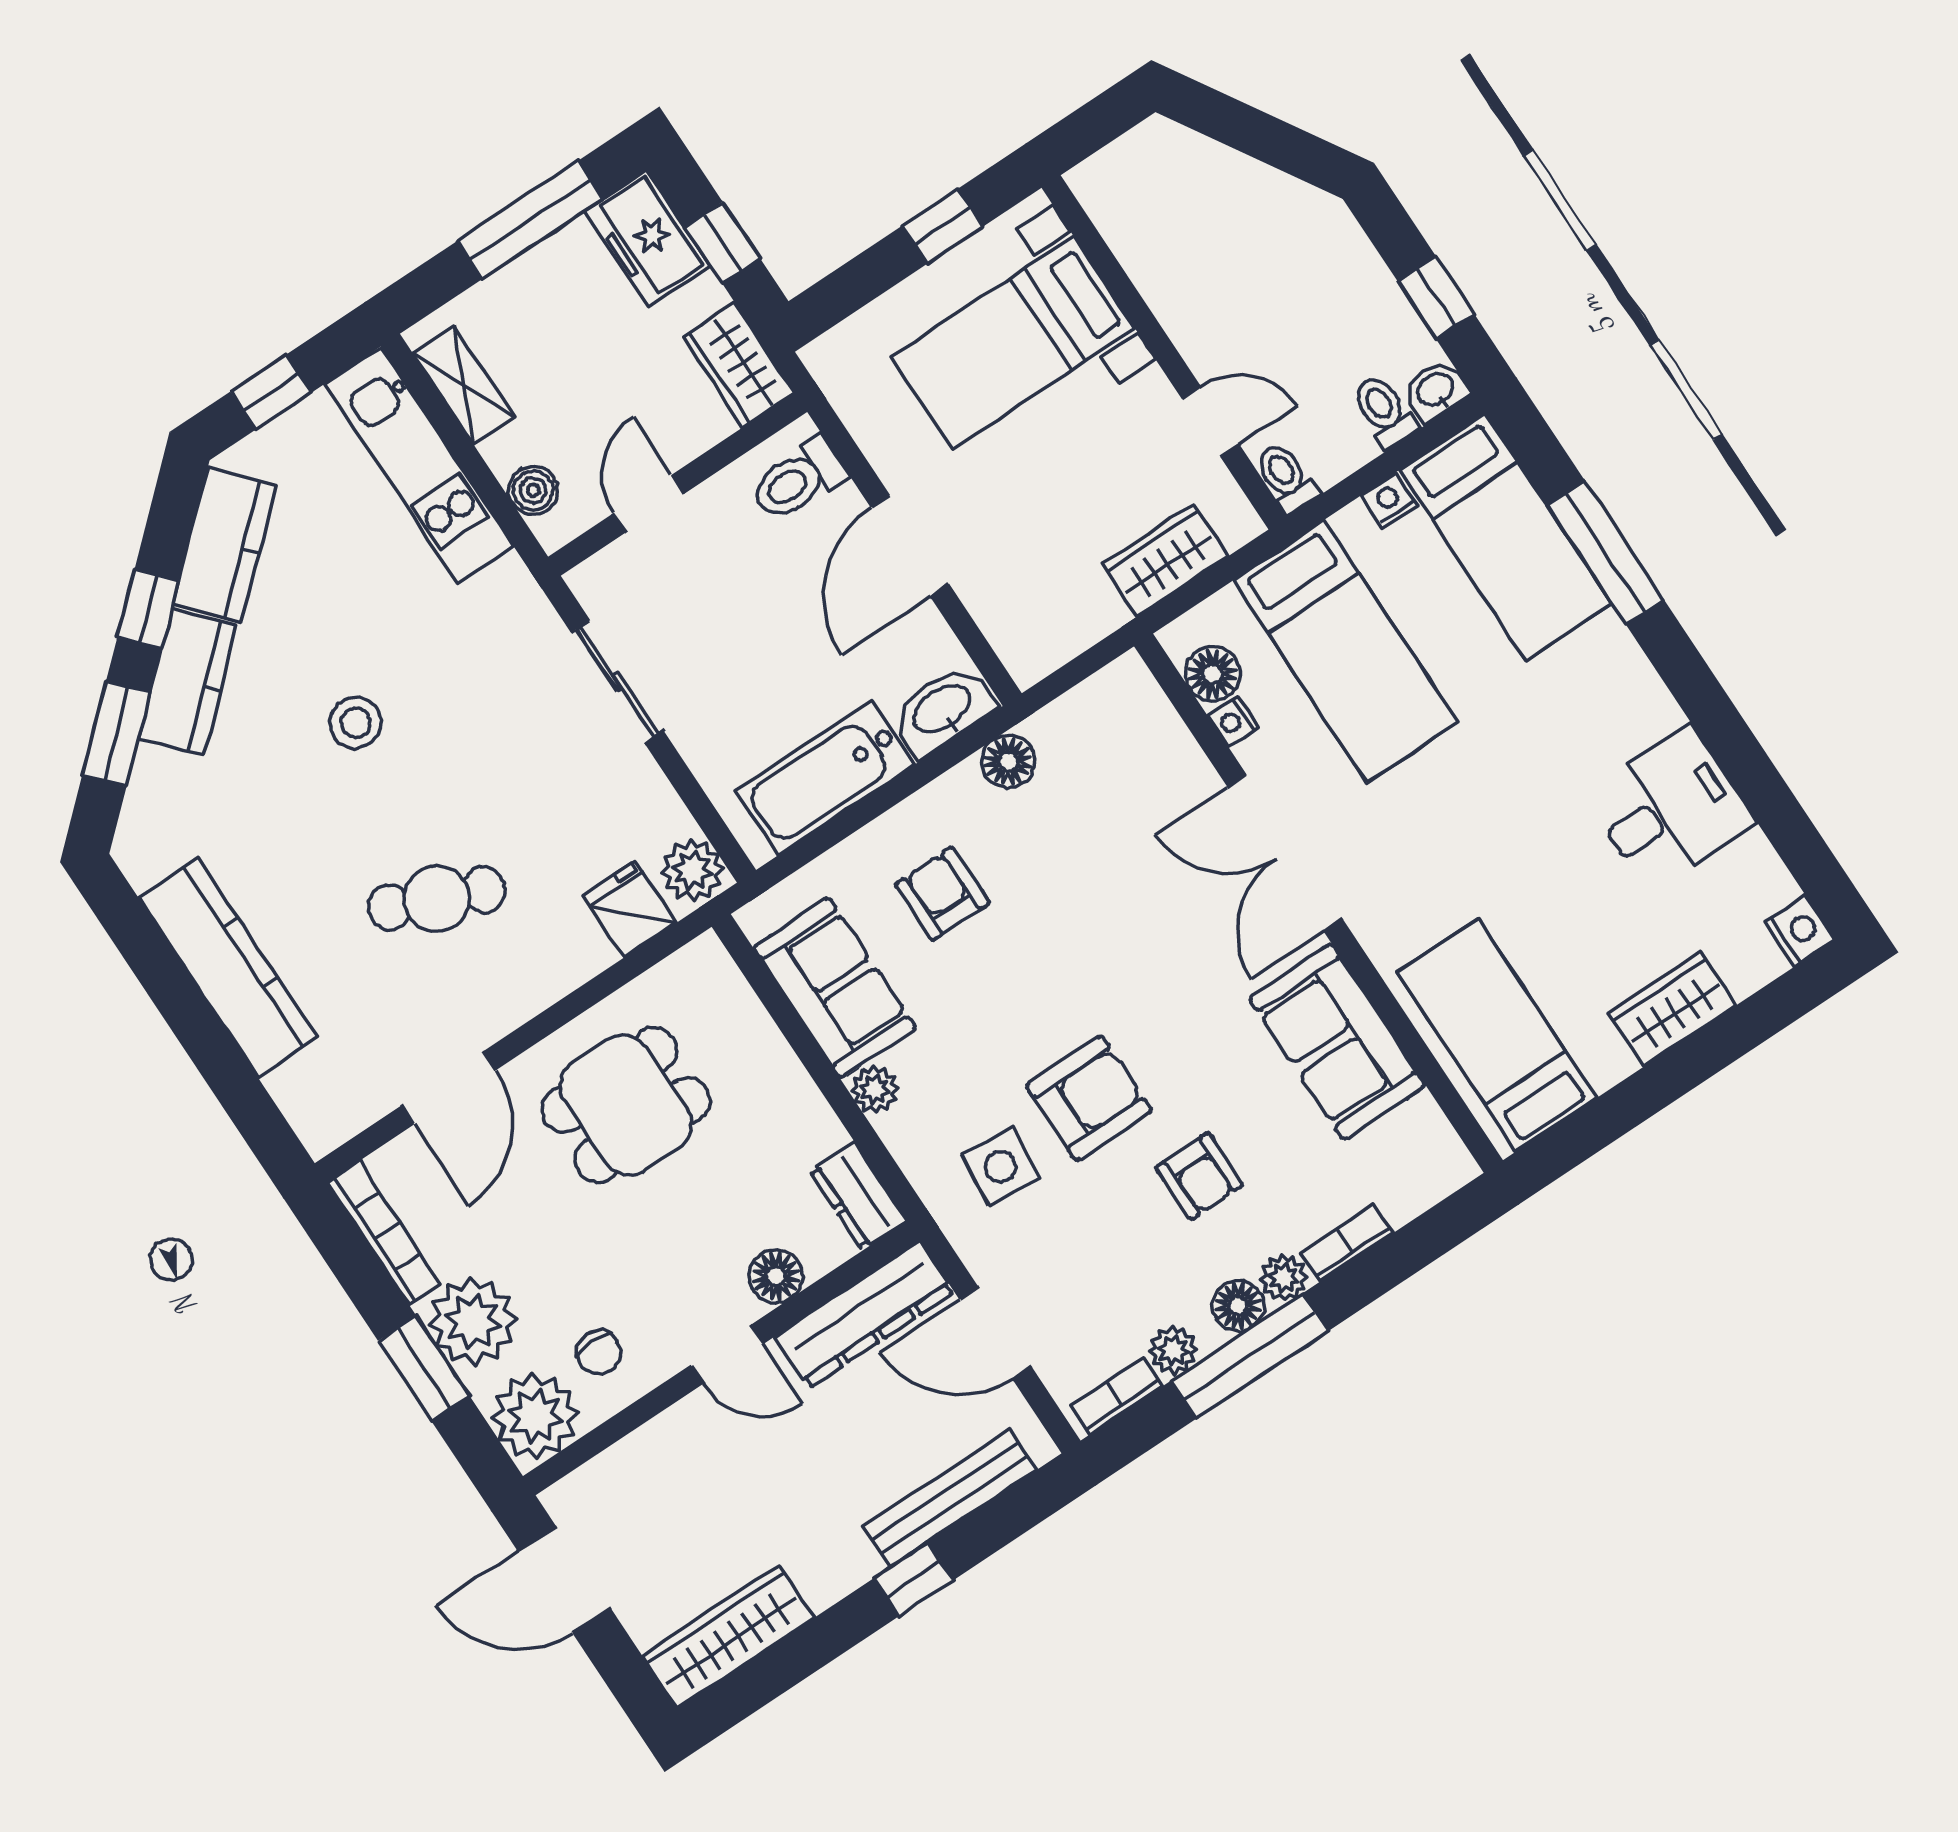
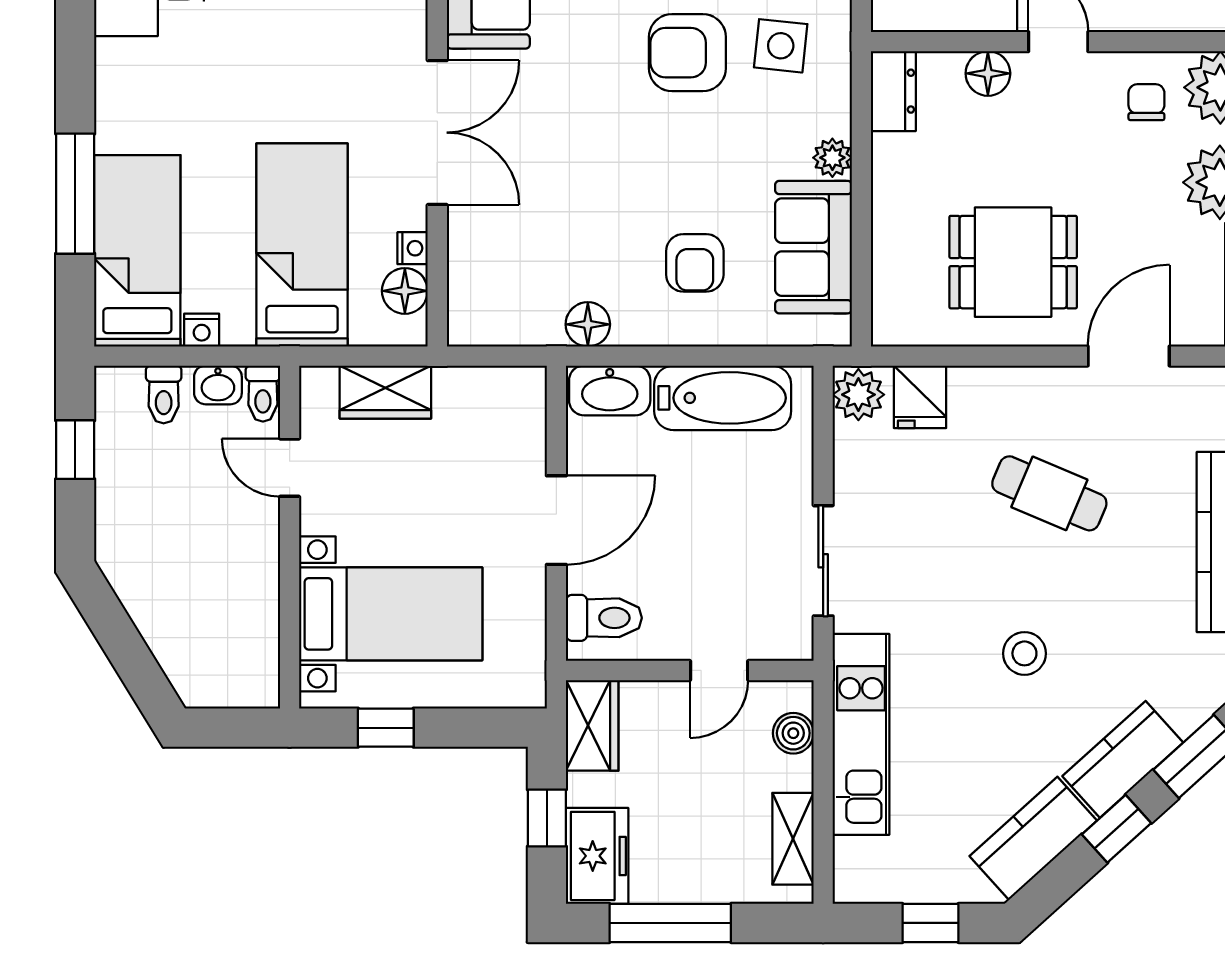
washbasin: (1436, 390) -> (218, 385), moved
kitchen unit: (419, 465) -> (861, 734), moved

